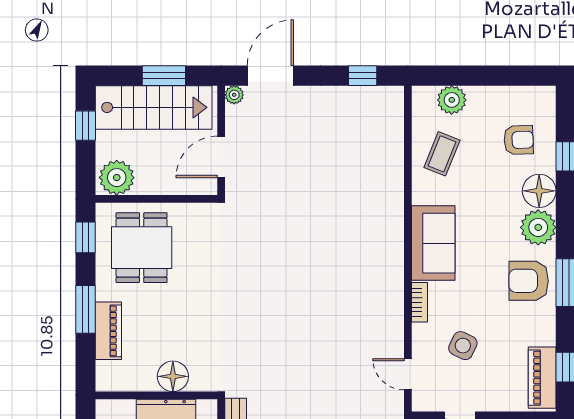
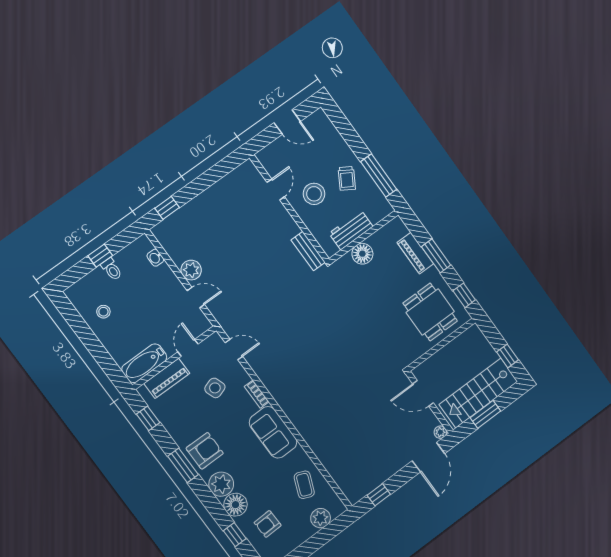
door: (221, 157) -> (423, 393), swing flipped
plant: (117, 178) -> (471, 340), removed
side table: (463, 346) -> (215, 388), turned 45
piano: (542, 378) -> (167, 378), moved, turned 90

